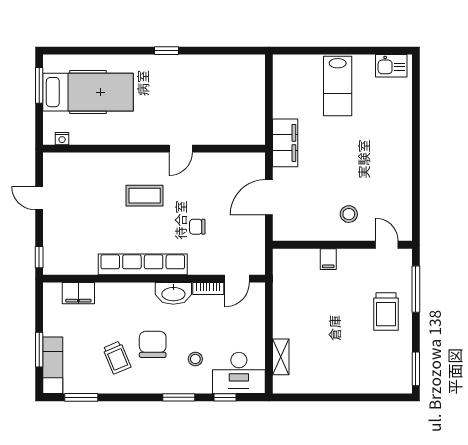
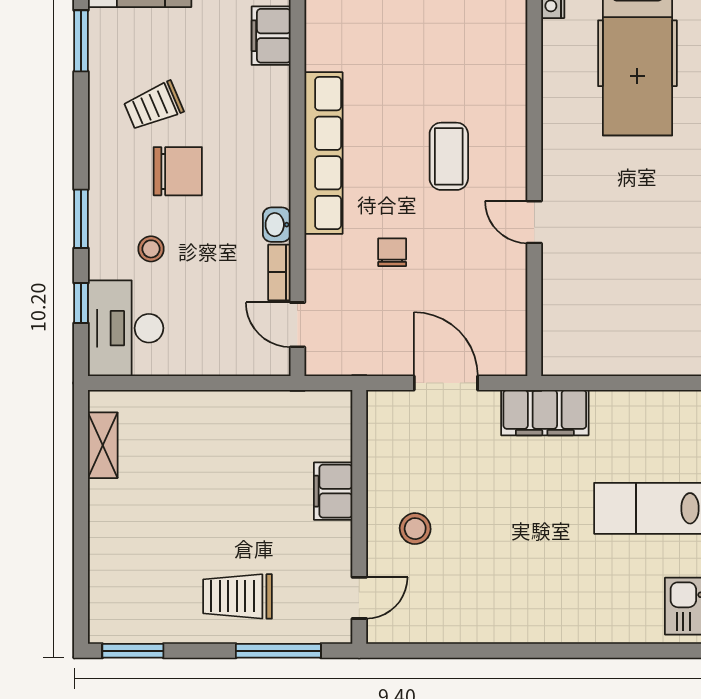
filing cabinet: (328, 259) -> (333, 491), width x2.00
washbasin: (173, 293) -> (277, 225), width x0.52, depth x0.69
shelving: (281, 357) -> (103, 445), moved, turned 90

